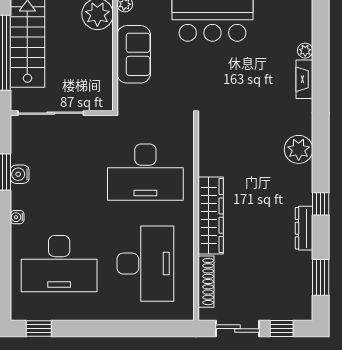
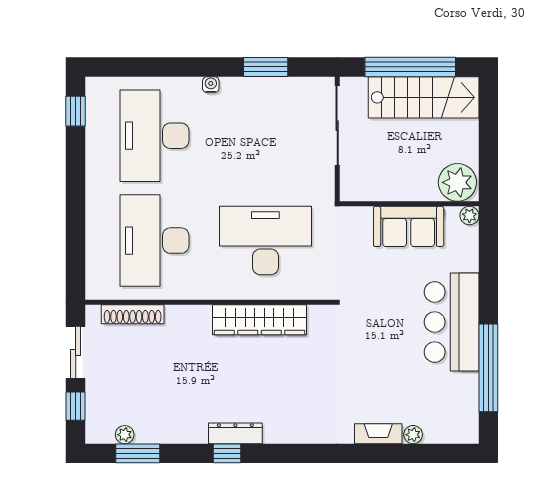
plant: (299, 149) -> (125, 435), moved, width x0.53, depth x0.53
desk: (145, 172) -> (265, 241), turned 90
water cooler: (20, 174) -> (263, 88), removed
wardrobe: (211, 216) -> (260, 320), moved
dresser: (304, 228) -> (235, 433), moved
desk: (145, 264) -> (154, 241), turned 90

